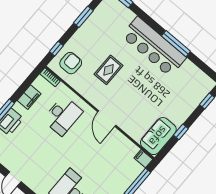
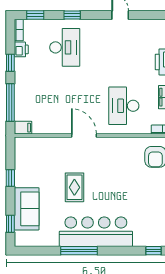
rug: (109, 70) -> (74, 187), moved
sofa: (158, 136) -> (27, 209), moved

